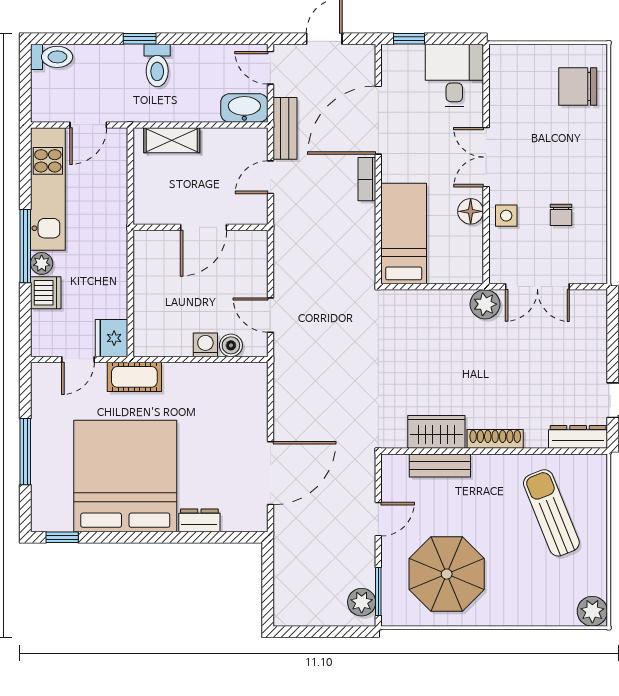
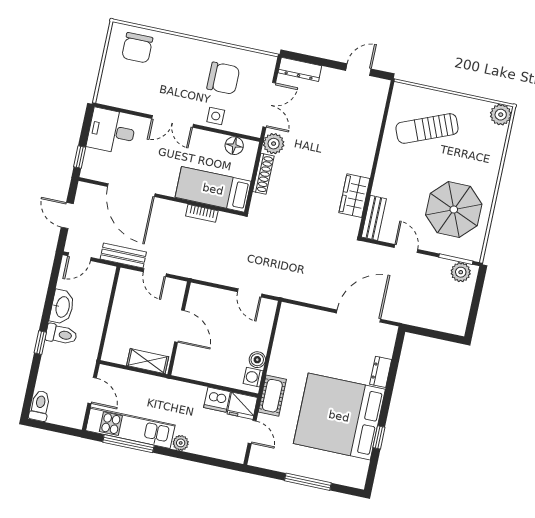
washbasin: (244, 108) -> (62, 307), moved, turned 180
shelving: (172, 140) -> (148, 361), moved, turned 90
bookcase: (367, 179) -> (202, 213), moved
floor lamp: (471, 211) -> (234, 146), moved
chair: (561, 215) -> (223, 78), width x1.87, depth x1.87
window: (25, 246) -> (128, 444), moved
dishwasher: (46, 293) -> (217, 400), moved, turned 180
door: (270, 315) -> (250, 293), hinge flipped
washing machine: (205, 345) -> (253, 377), moved
boiler: (231, 345) -> (257, 360), moved
dresser: (578, 437) -> (300, 69), moved, turned -90
shoe rack: (495, 439) -> (263, 174), moved, turned 180
bench: (440, 465) -> (374, 218), moved
door: (270, 473) -> (358, 316), hinge flipped
window: (62, 537) -> (379, 437), moved

